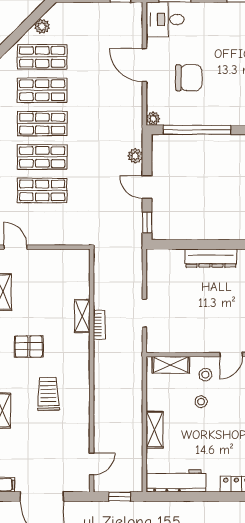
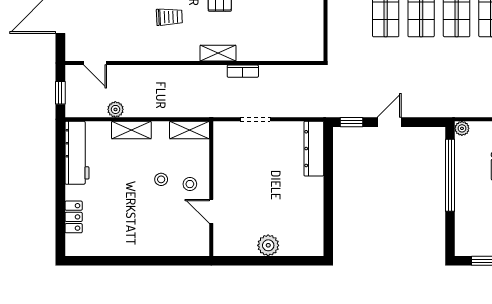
plant: (135, 156) -> (115, 109), moved
dresser: (211, 258) -> (314, 149), moved
shelving: (82, 316) -> (218, 53), moved
shelving: (171, 365) -> (190, 130), moved, turned 90
trolley: (48, 394) -> (169, 17), width x0.73, depth x0.72

